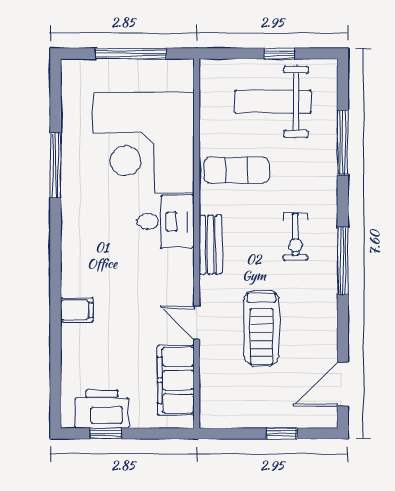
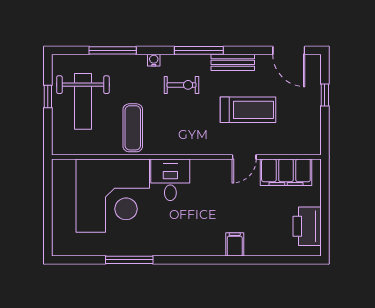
window: (131, 54) -> (48, 205), removed
water cooler: (329, 199) -> (154, 60), added
bench: (210, 245) -> (233, 62), moved
window: (106, 433) -> (325, 223), removed

